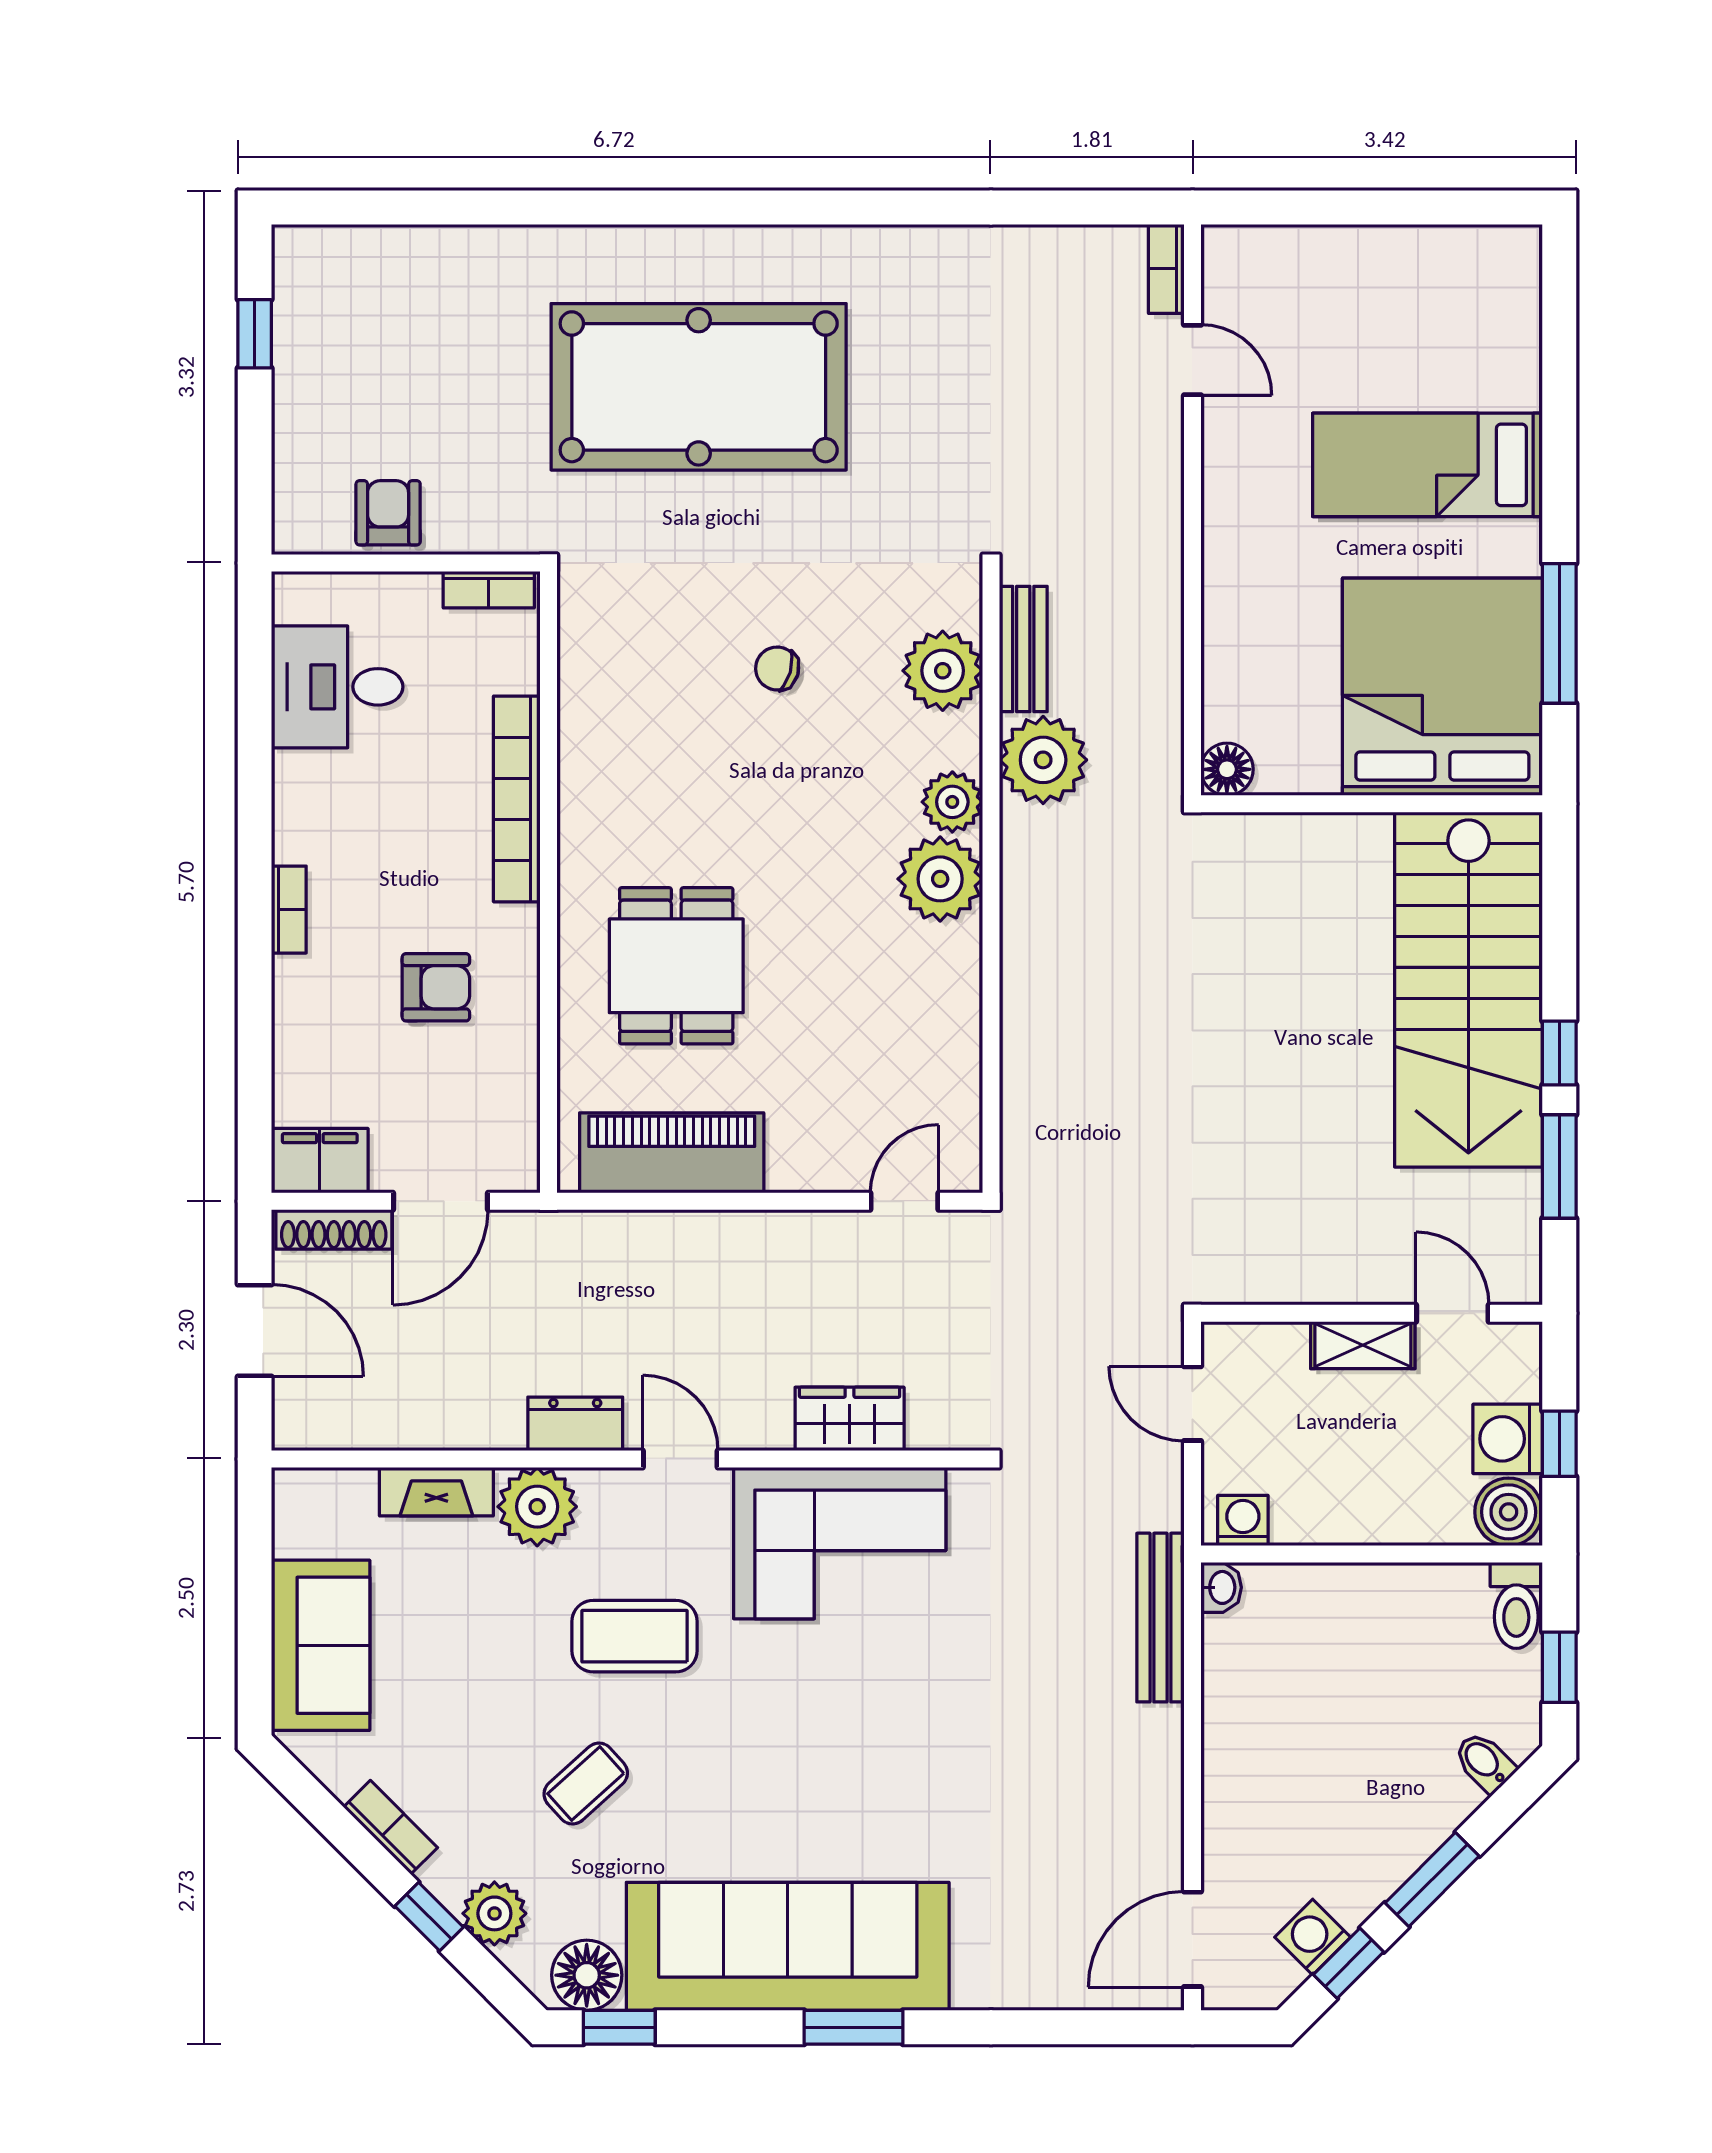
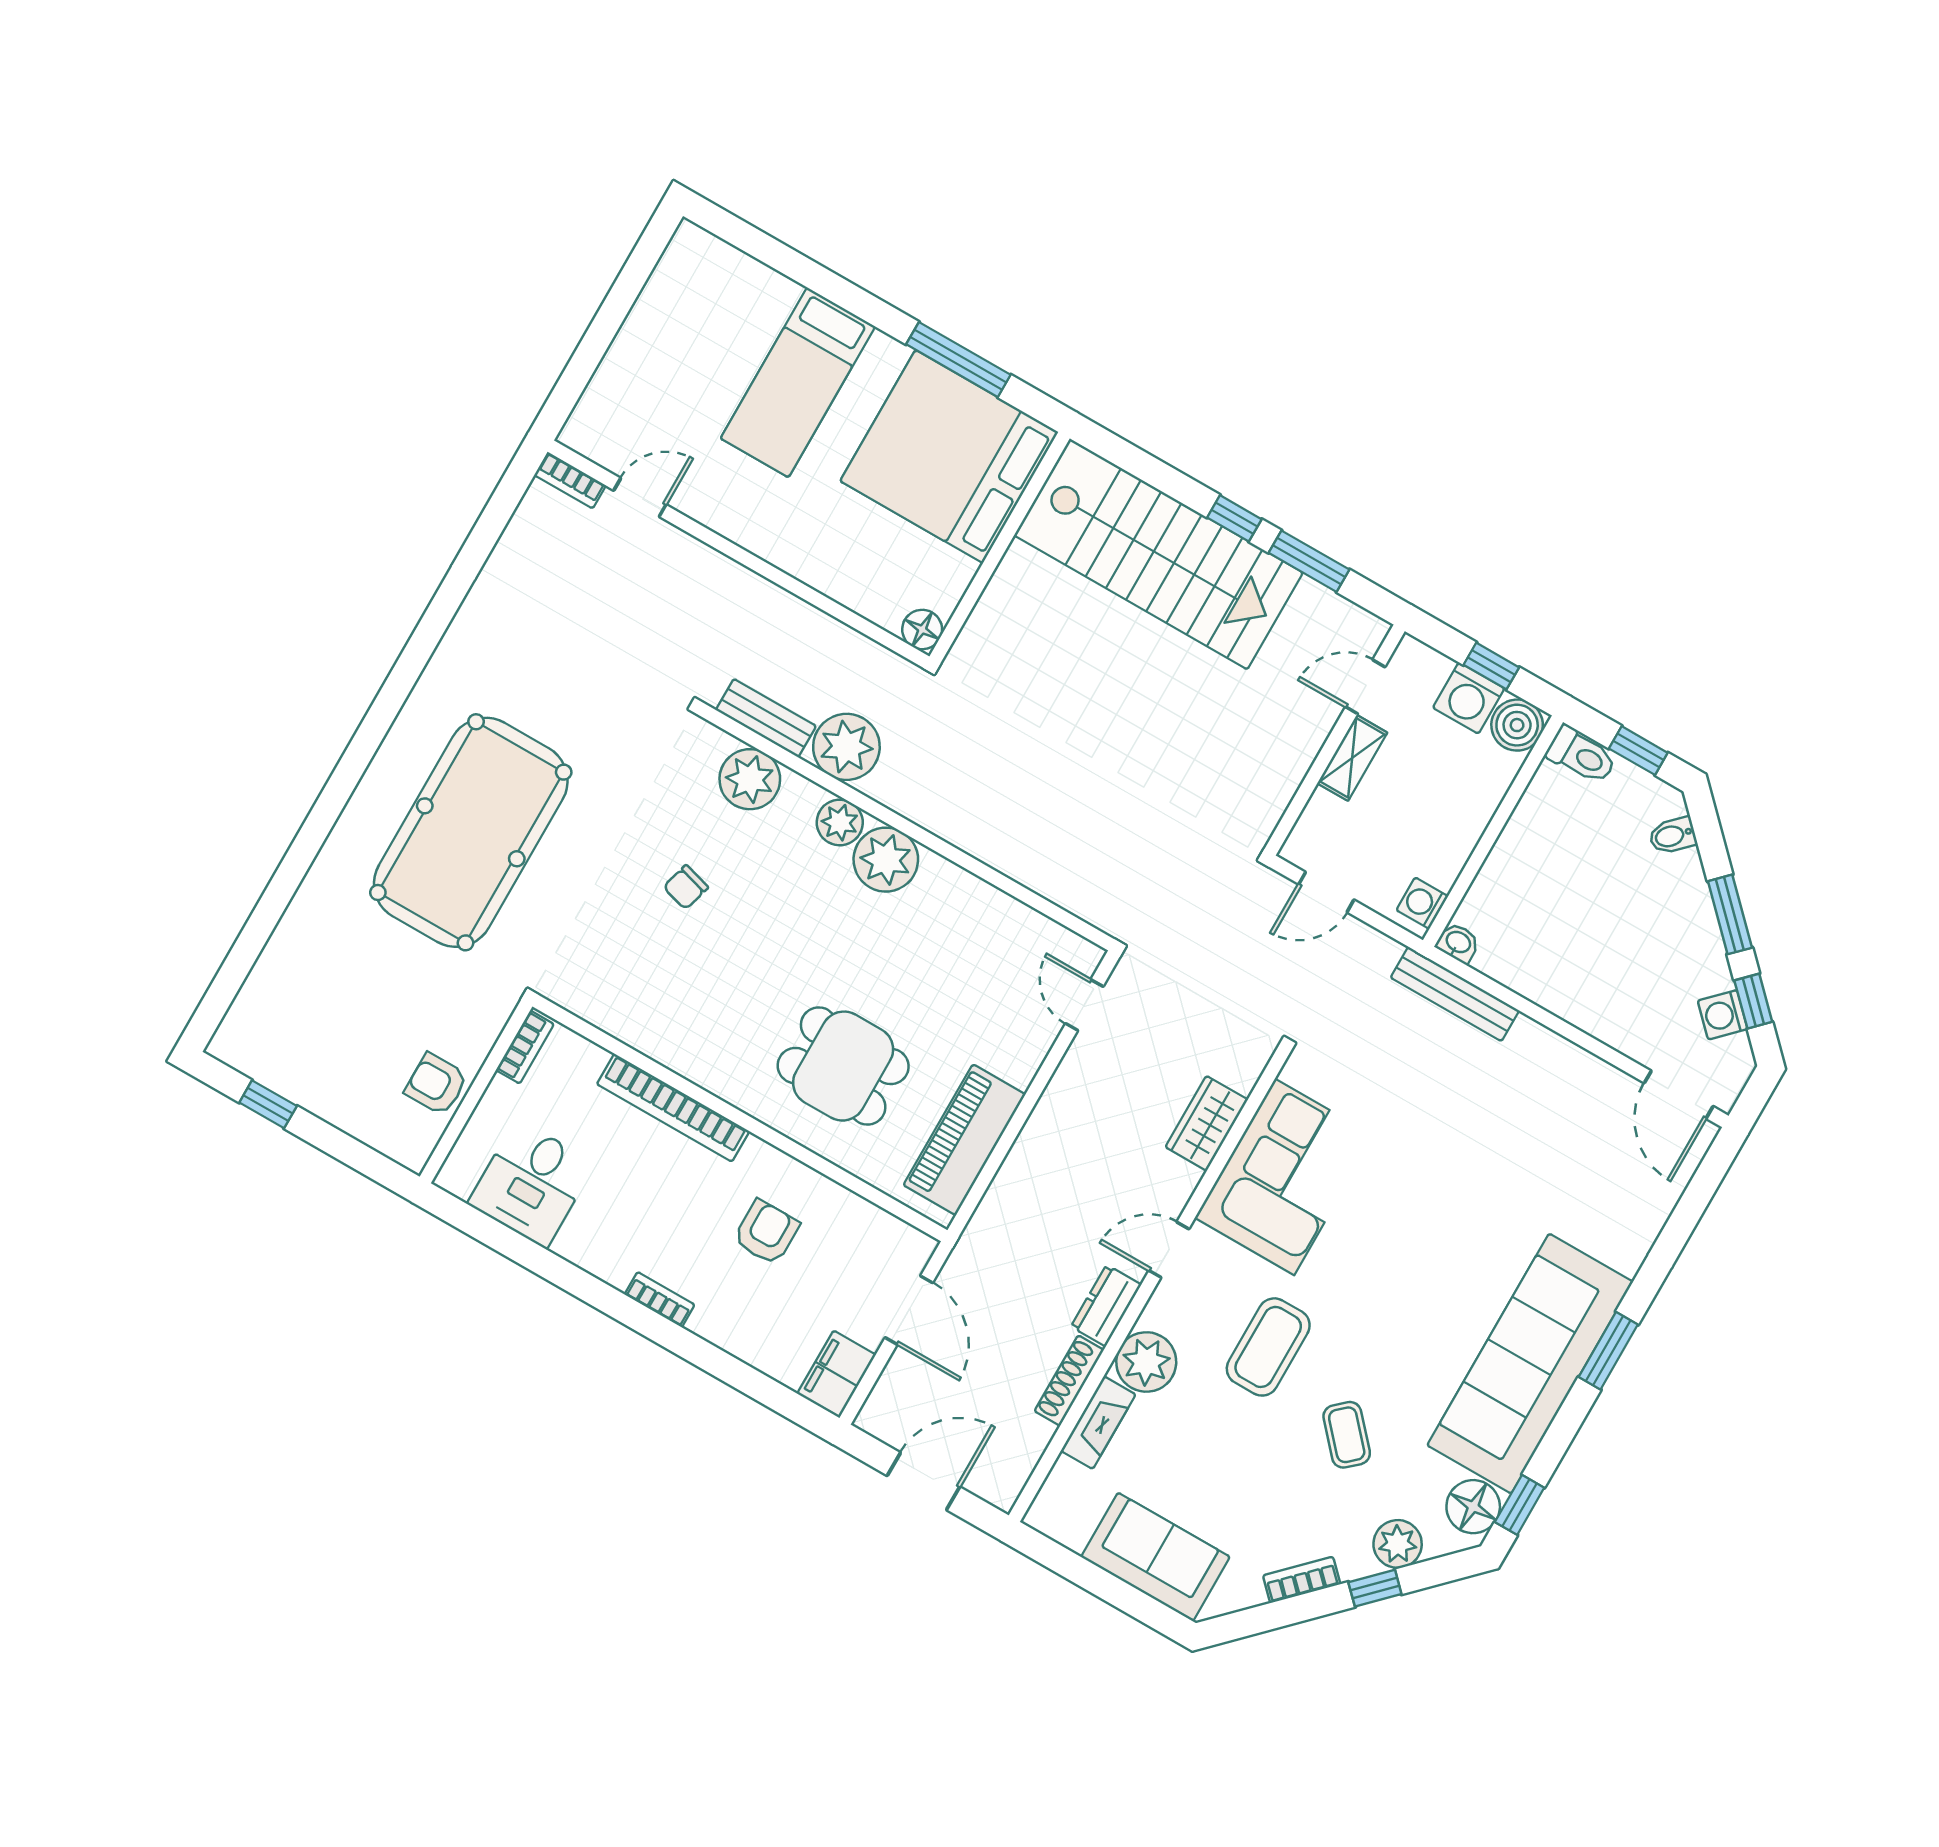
shoe rack: (334, 1229) -> (1069, 1381), moved, turned 180

